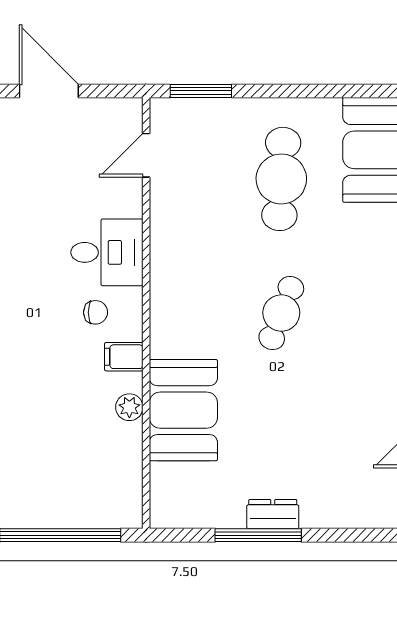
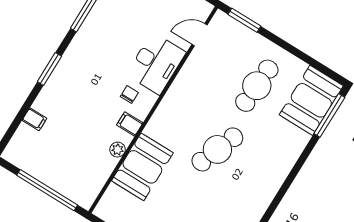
desk: (107, 252) -> (156, 63), width x1.37
chair: (96, 312) -> (129, 95), turned -90
cafe table: (281, 313) -> (217, 149), width x1.37, depth x1.35

